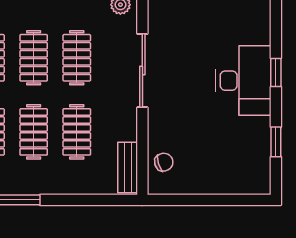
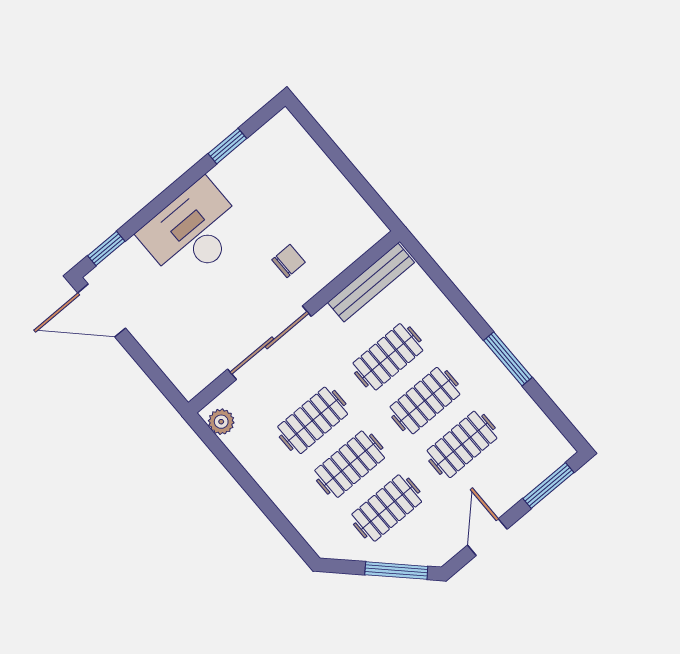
window: (276, 72) -> (106, 249), moved
chair: (164, 162) -> (289, 261), moved, turned 107
bench: (128, 168) -> (371, 282), width x1.36

